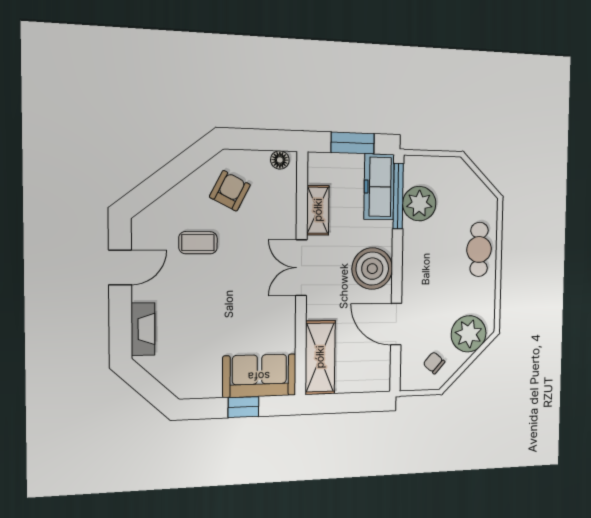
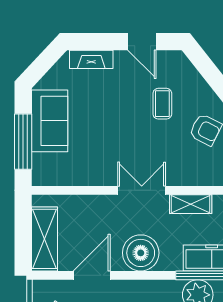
shelving: (320, 357) -> (45, 239), moved, turned 90
sofa: (259, 376) -> (50, 121), moved
window: (243, 407) -> (23, 142), width x2.17

